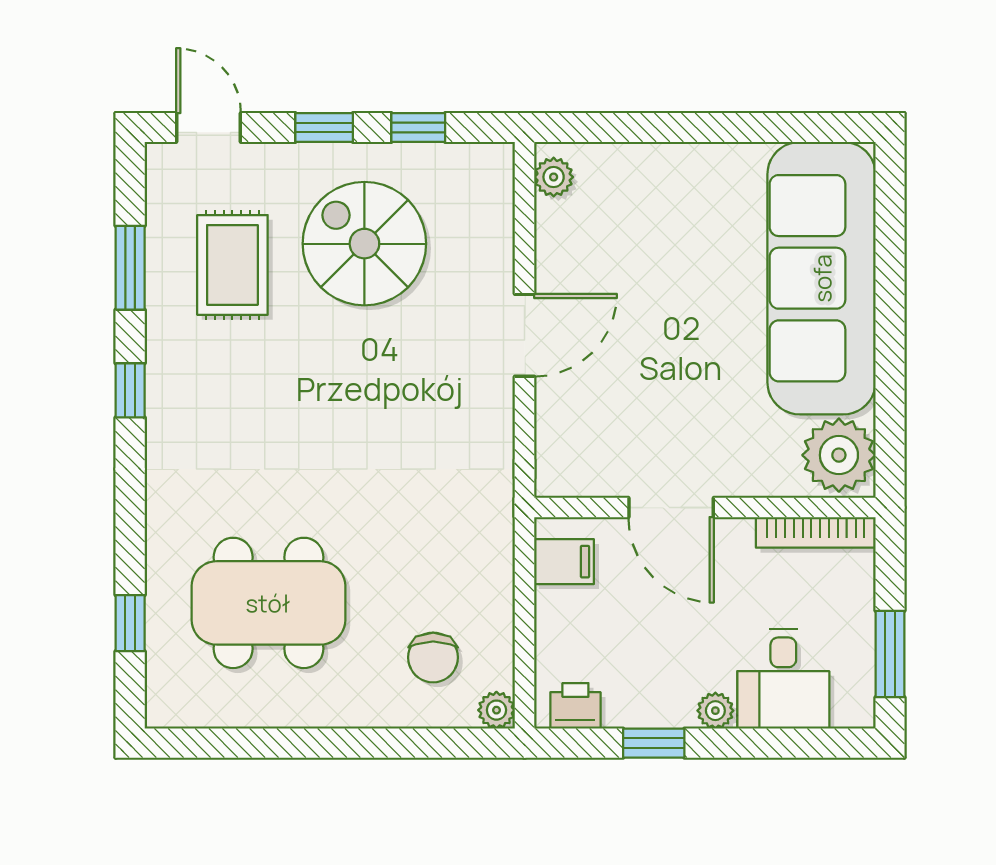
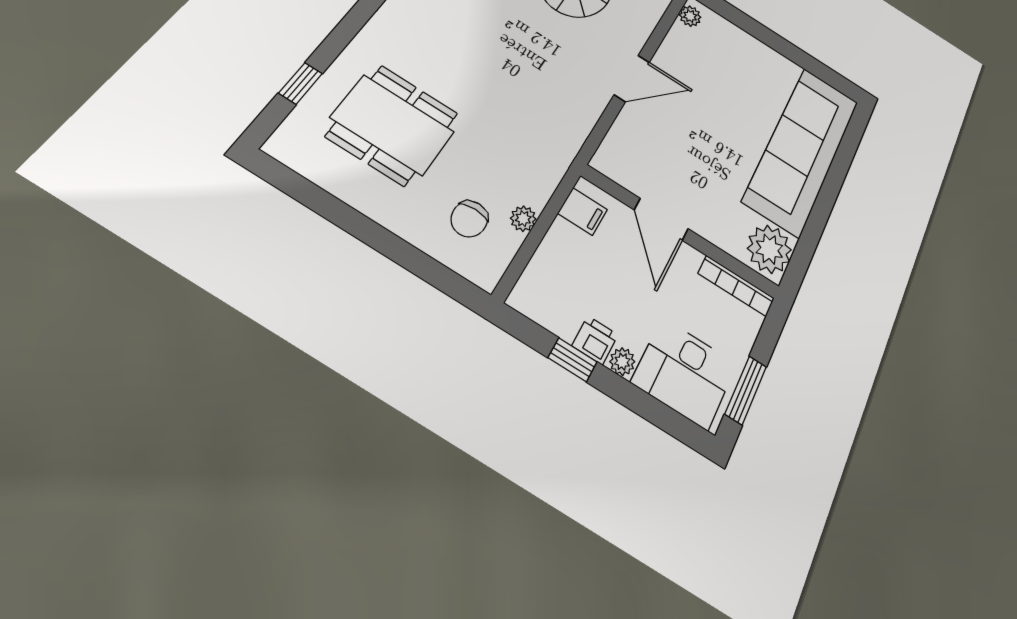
desk: (783, 679) -> (685, 373), width x1.37
printer: (575, 706) -> (595, 340), moved
plant: (496, 710) -> (523, 219), moved

